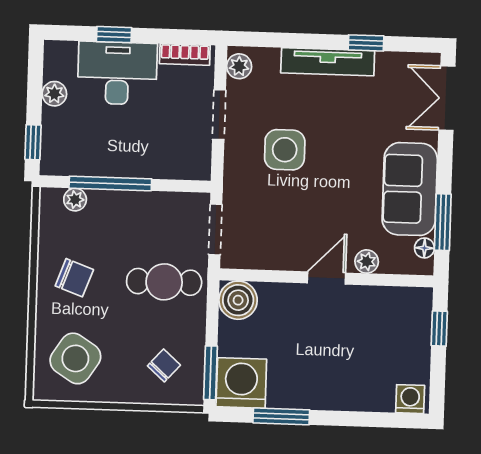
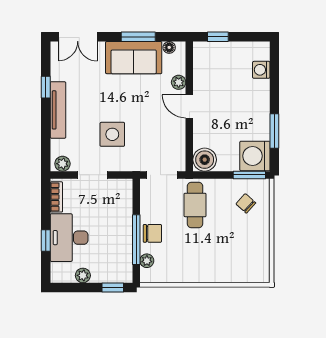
window: (443, 222) -> (138, 37), moved
chair: (74, 278) -> (152, 233), moved, turned 70
side table: (75, 358) -> (243, 257), removed
washing machine: (410, 399) -> (261, 70), moved

